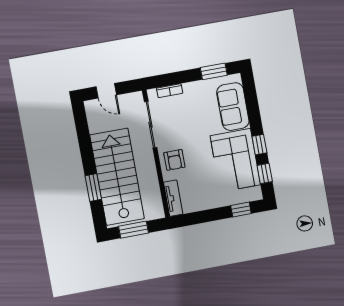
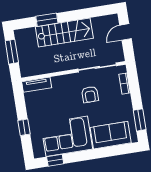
window: (259, 145) -> (79, 156), removed
armchair: (174, 160) -> (90, 95), moved, turned -90
stairs: (117, 177) -> (64, 32), width x0.73, depth x0.66
window: (241, 210) -> (24, 127), moved

